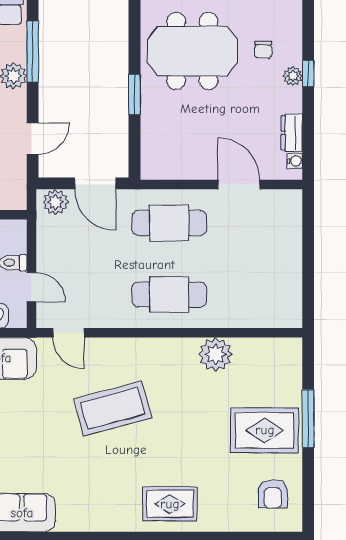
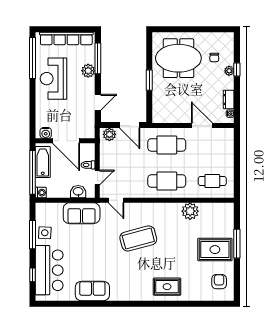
door: (31, 287) -> (97, 177), hinge flipped
cafe table: (259, 295) -> (212, 181), added
armchair: (273, 494) -> (219, 282), turned 180

